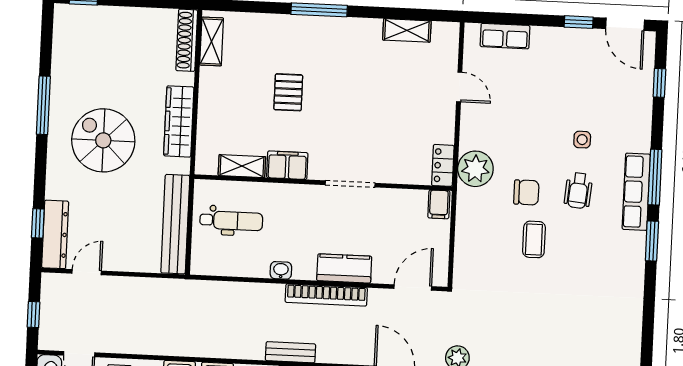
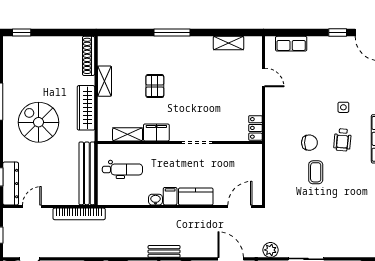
shelving: (212, 41) -> (104, 81), moved
plant: (475, 169) -> (276, 129), removed
filing cabinet: (439, 204) -> (170, 196), moved, turned 180
bookcase: (326, 295) -> (79, 214), moved

